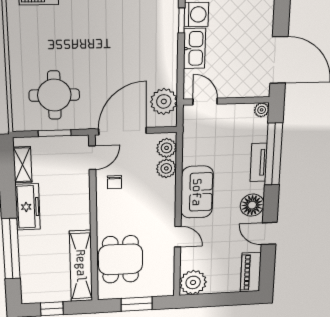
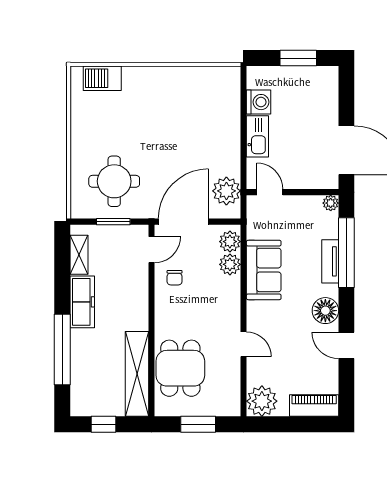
window: (181, 21) -> (244, 108), removed
sofa: (197, 192) -> (264, 270), moved
piano: (251, 272) -> (314, 406), moved, turned 90

